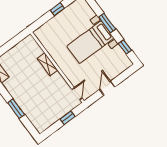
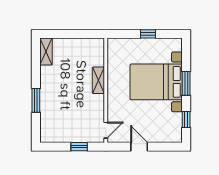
bed with nightstands: (90, 42) -> (156, 82), width x1.36
door: (107, 88) -> (139, 147), hinge flipped

